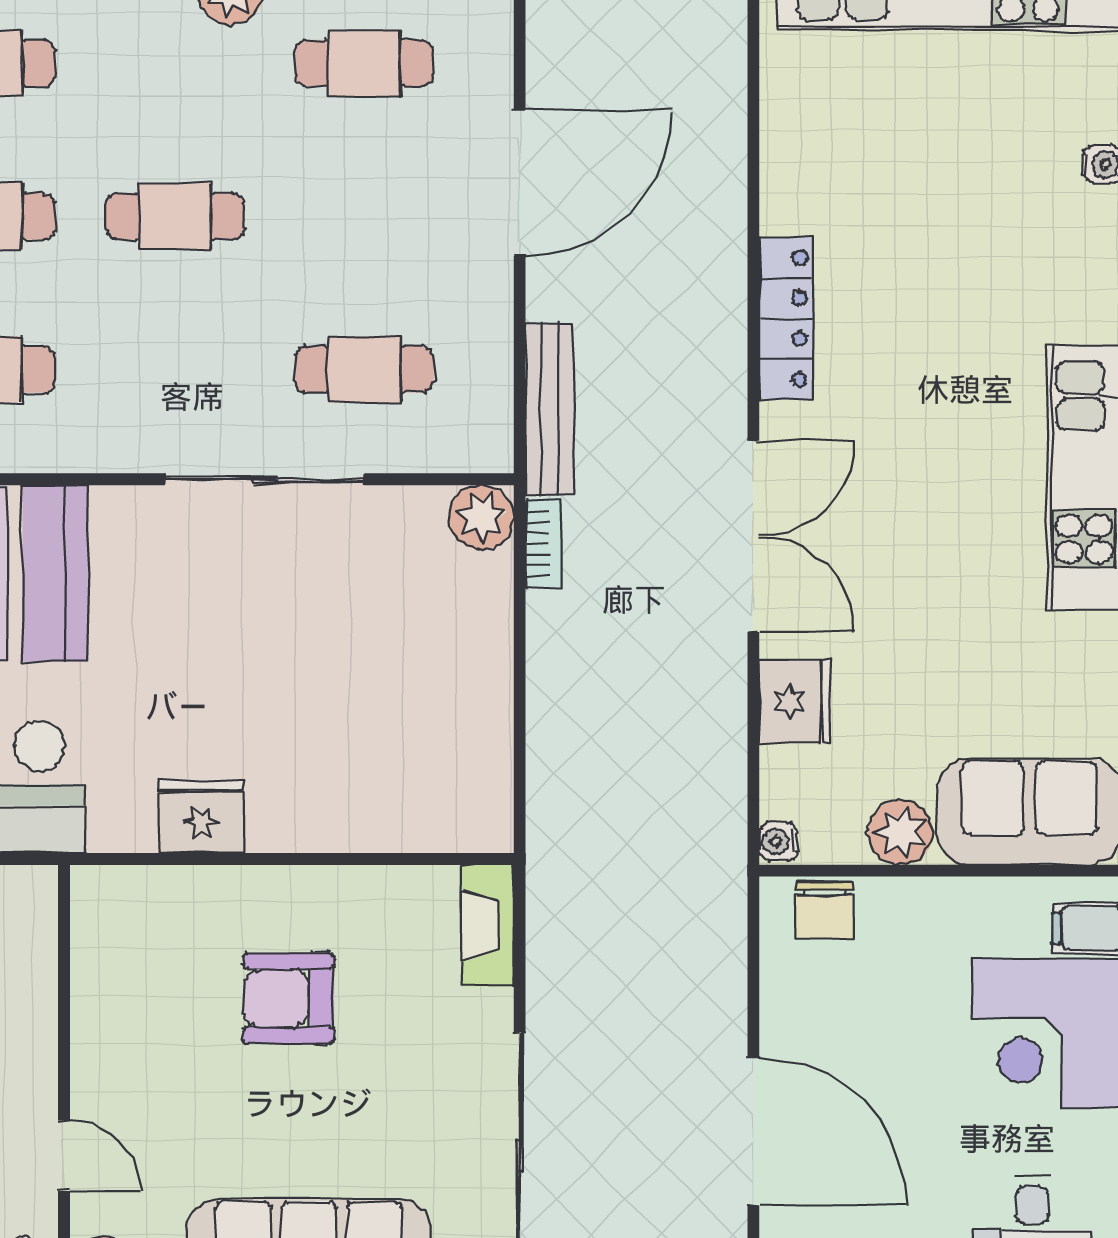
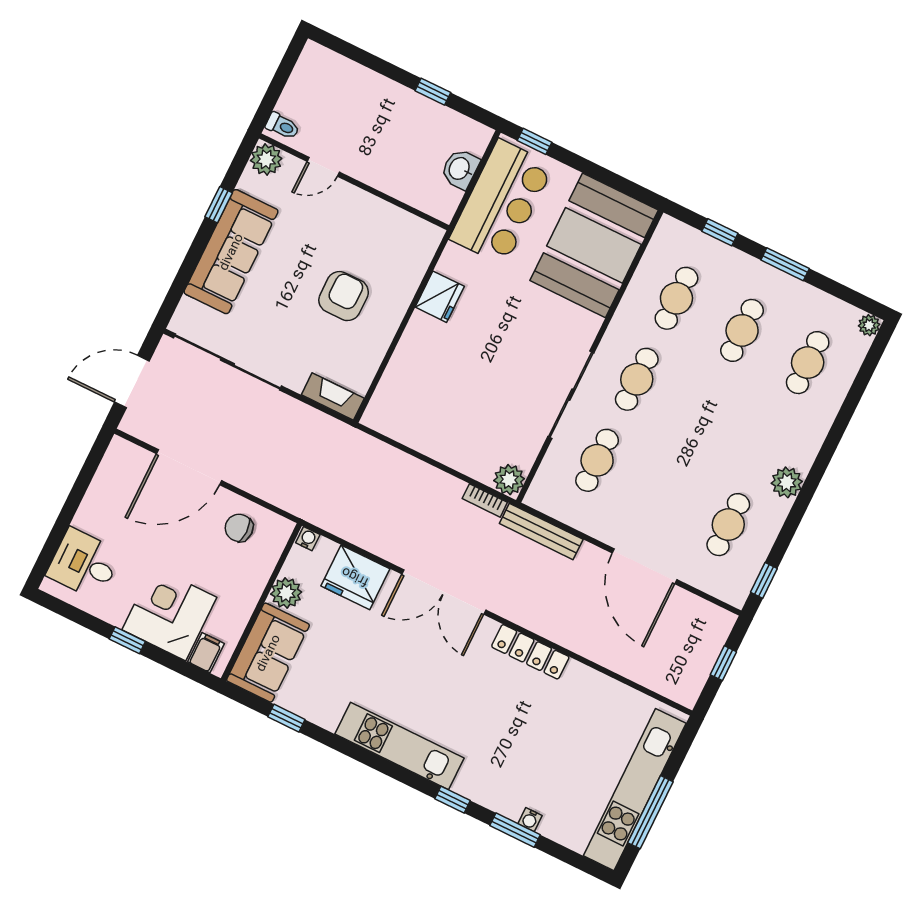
cafe table: (175, 216) -> (637, 379), moved
fridge: (795, 701) -> (355, 577), width x1.36, depth x1.34
chair: (824, 910) -> (239, 528), moved

